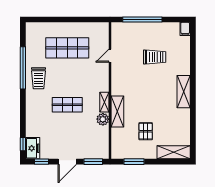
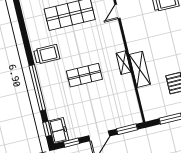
window: (23, 68) -> (37, 88), moved
trolley: (38, 78) -> (47, 54), turned -90
plant: (103, 119) -> (126, 81), removed

